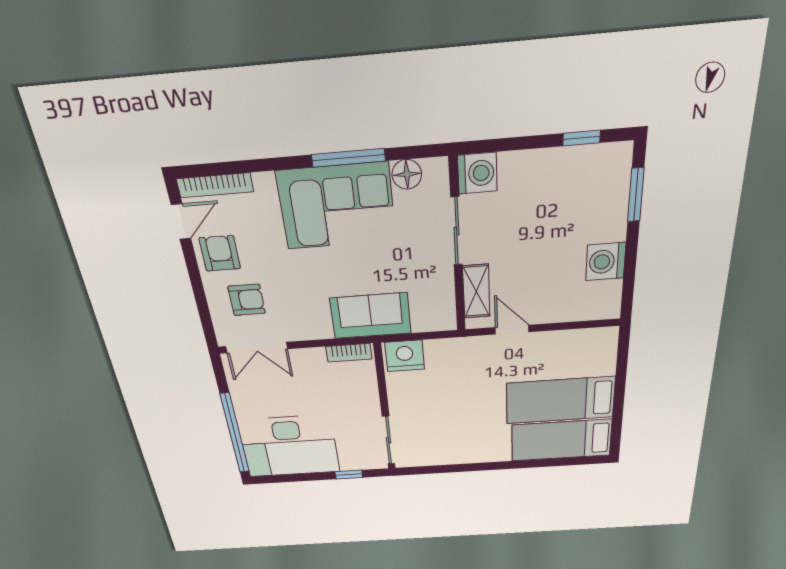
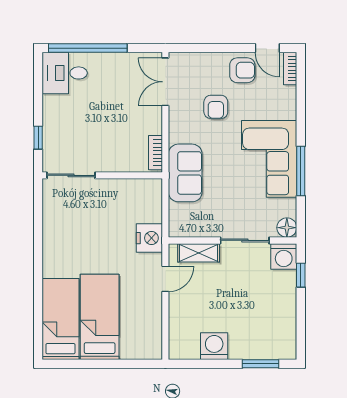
window: (582, 138) -> (301, 275), moved
floor lamp: (407, 174) -> (287, 228), moved
bookcase: (215, 185) -> (290, 68), width x0.64
armchair: (247, 300) -> (216, 107), moved
nightstand: (405, 356) -> (149, 238), moved
desk: (289, 446) -> (65, 73), width x0.53, depth x0.77

